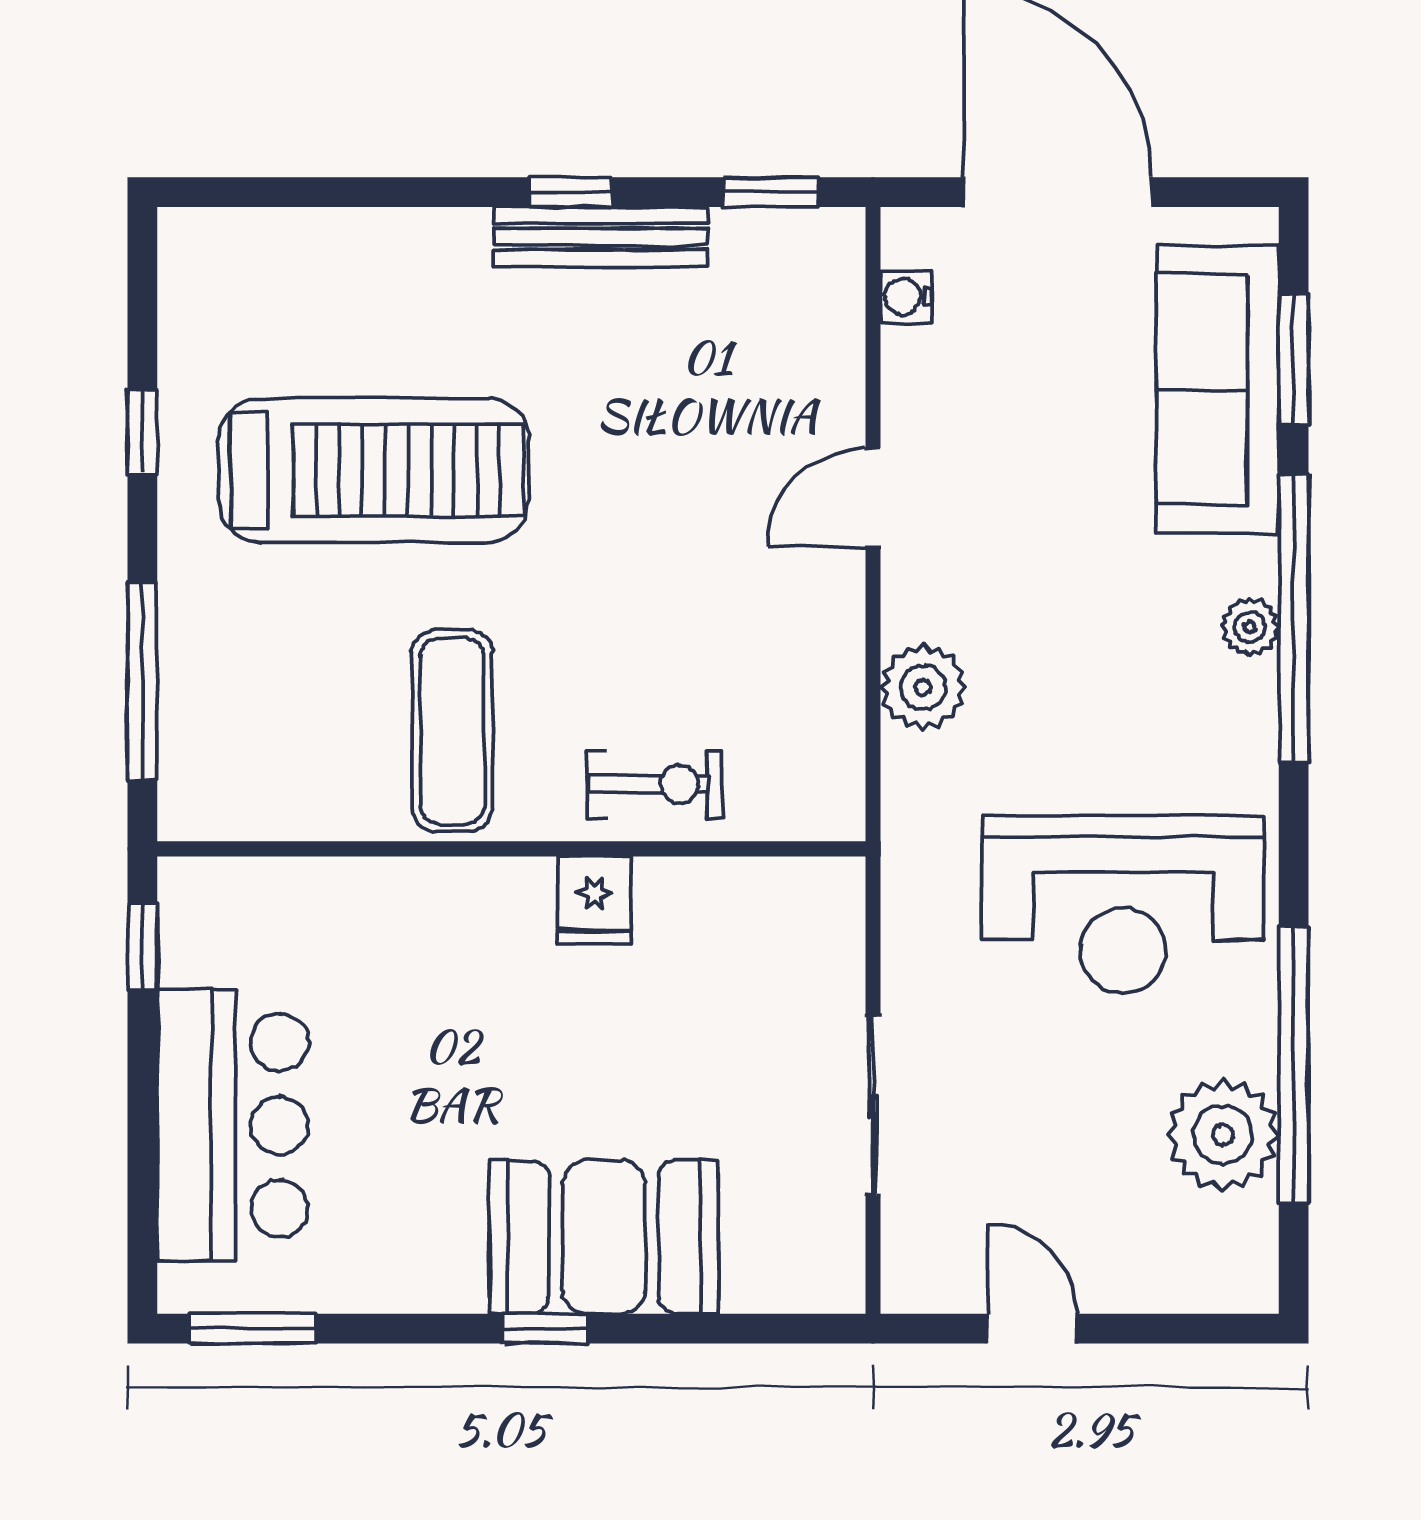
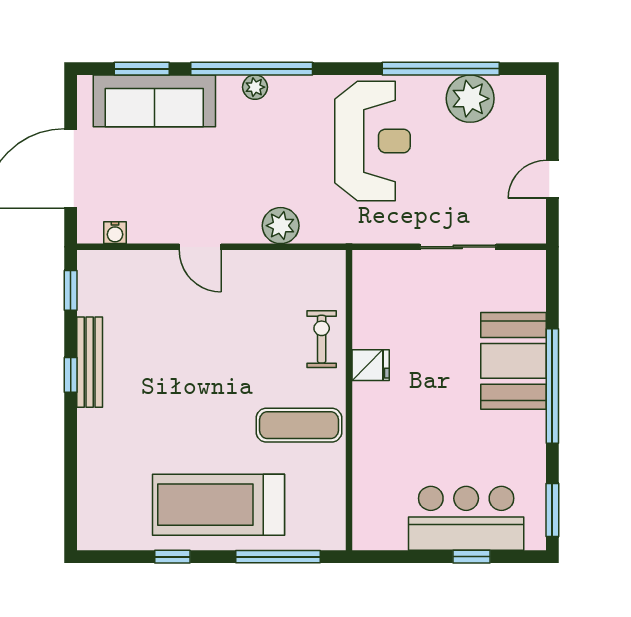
treadmill: (374, 470) -> (219, 505), moved, turned -90
window: (142, 946) -> (472, 557), moved
window: (545, 1329) -> (552, 386), width x3.17

